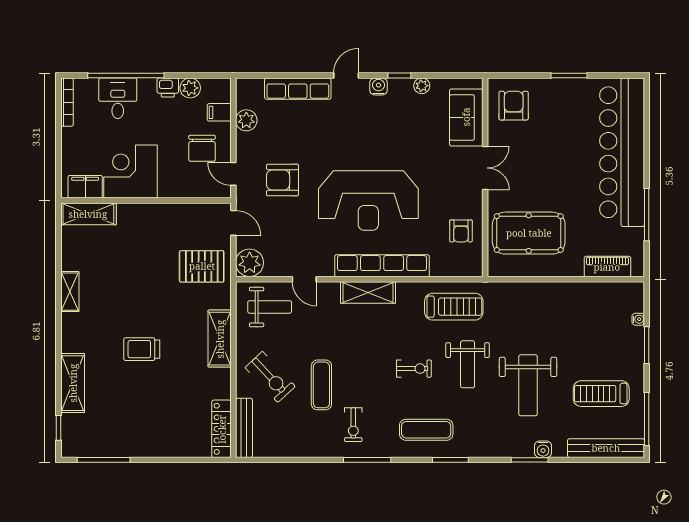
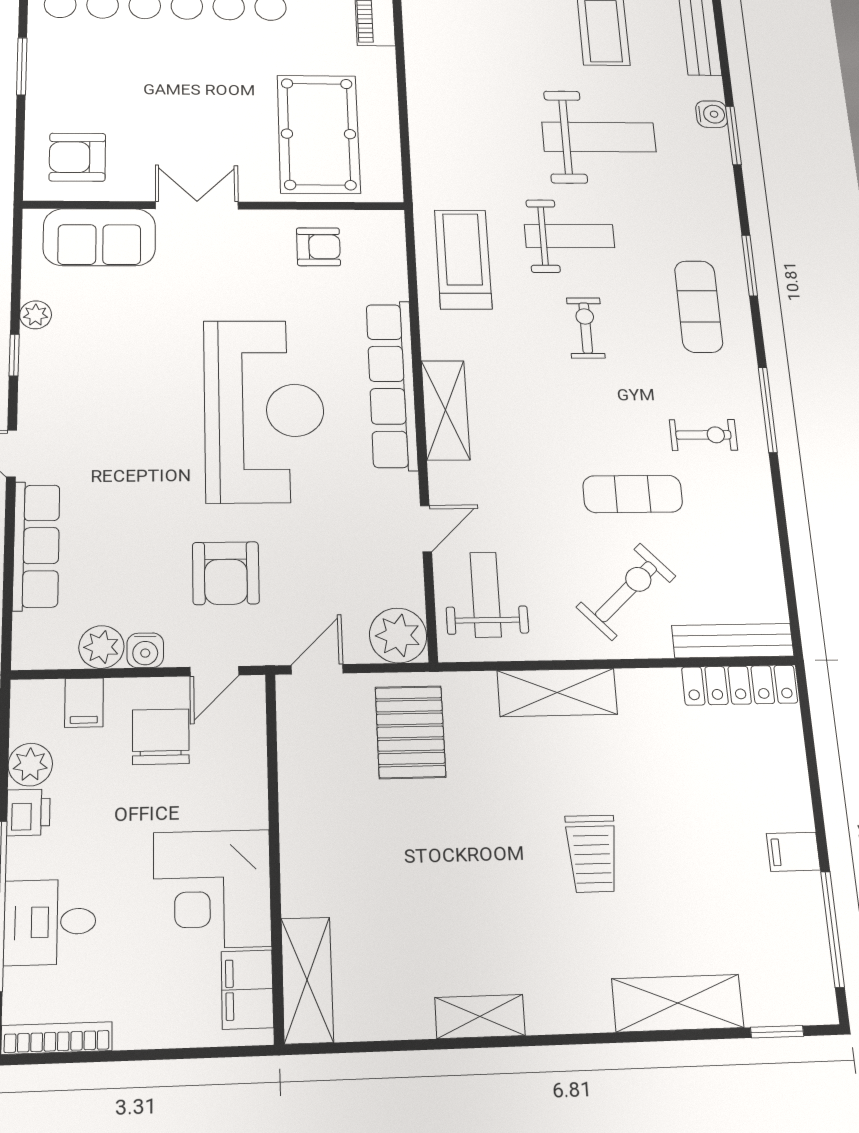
water cooler: (378, 86) -> (145, 650), moved, turned -90
chair: (202, 148) -> (161, 737), turned -90
filing cabinet: (140, 446) -> (793, 852), added

